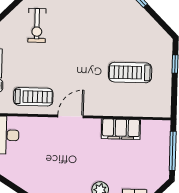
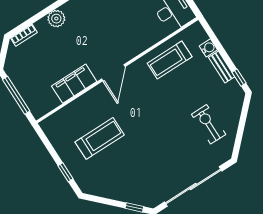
door: (71, 116) -> (113, 73), moved

